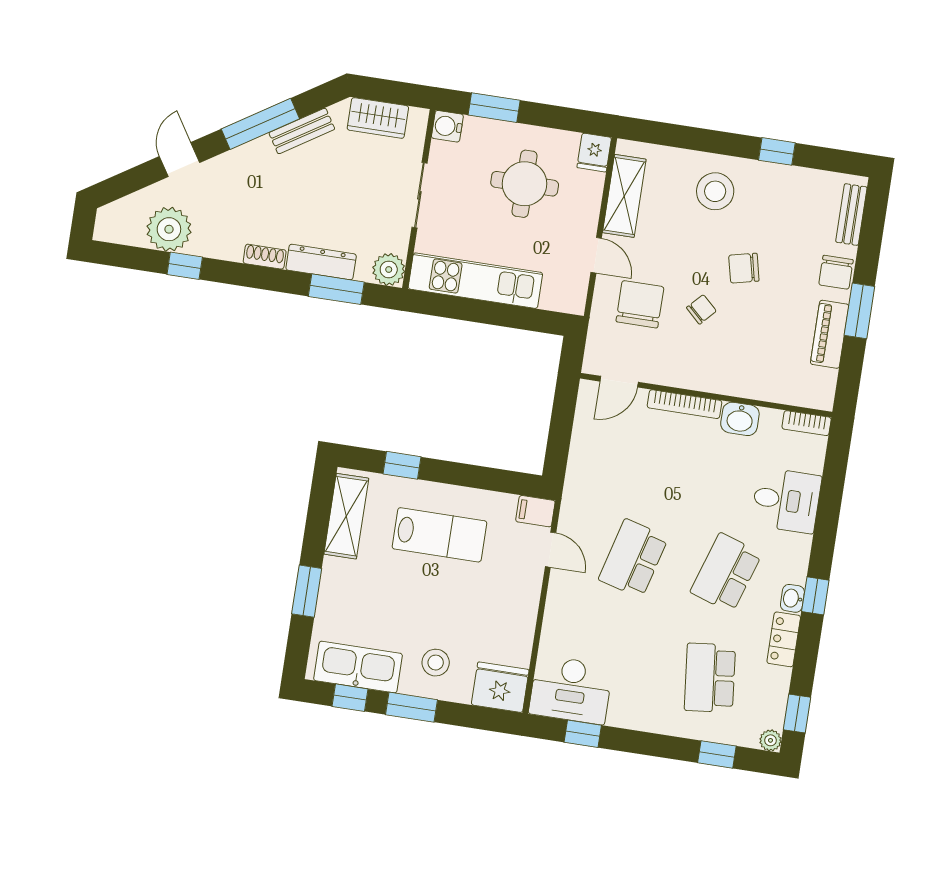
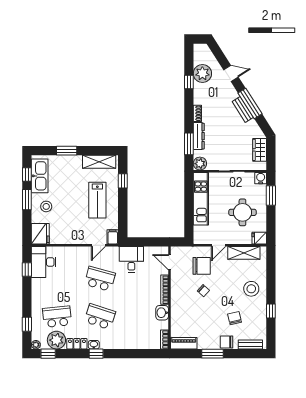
bench: (302, 131) -> (243, 109), moved
chair: (744, 268) -> (235, 318), moved
piano: (830, 334) -> (184, 343), moved
desk: (786, 500) -> (131, 259), moved, turned 180
plant: (767, 688) -> (56, 340), added

